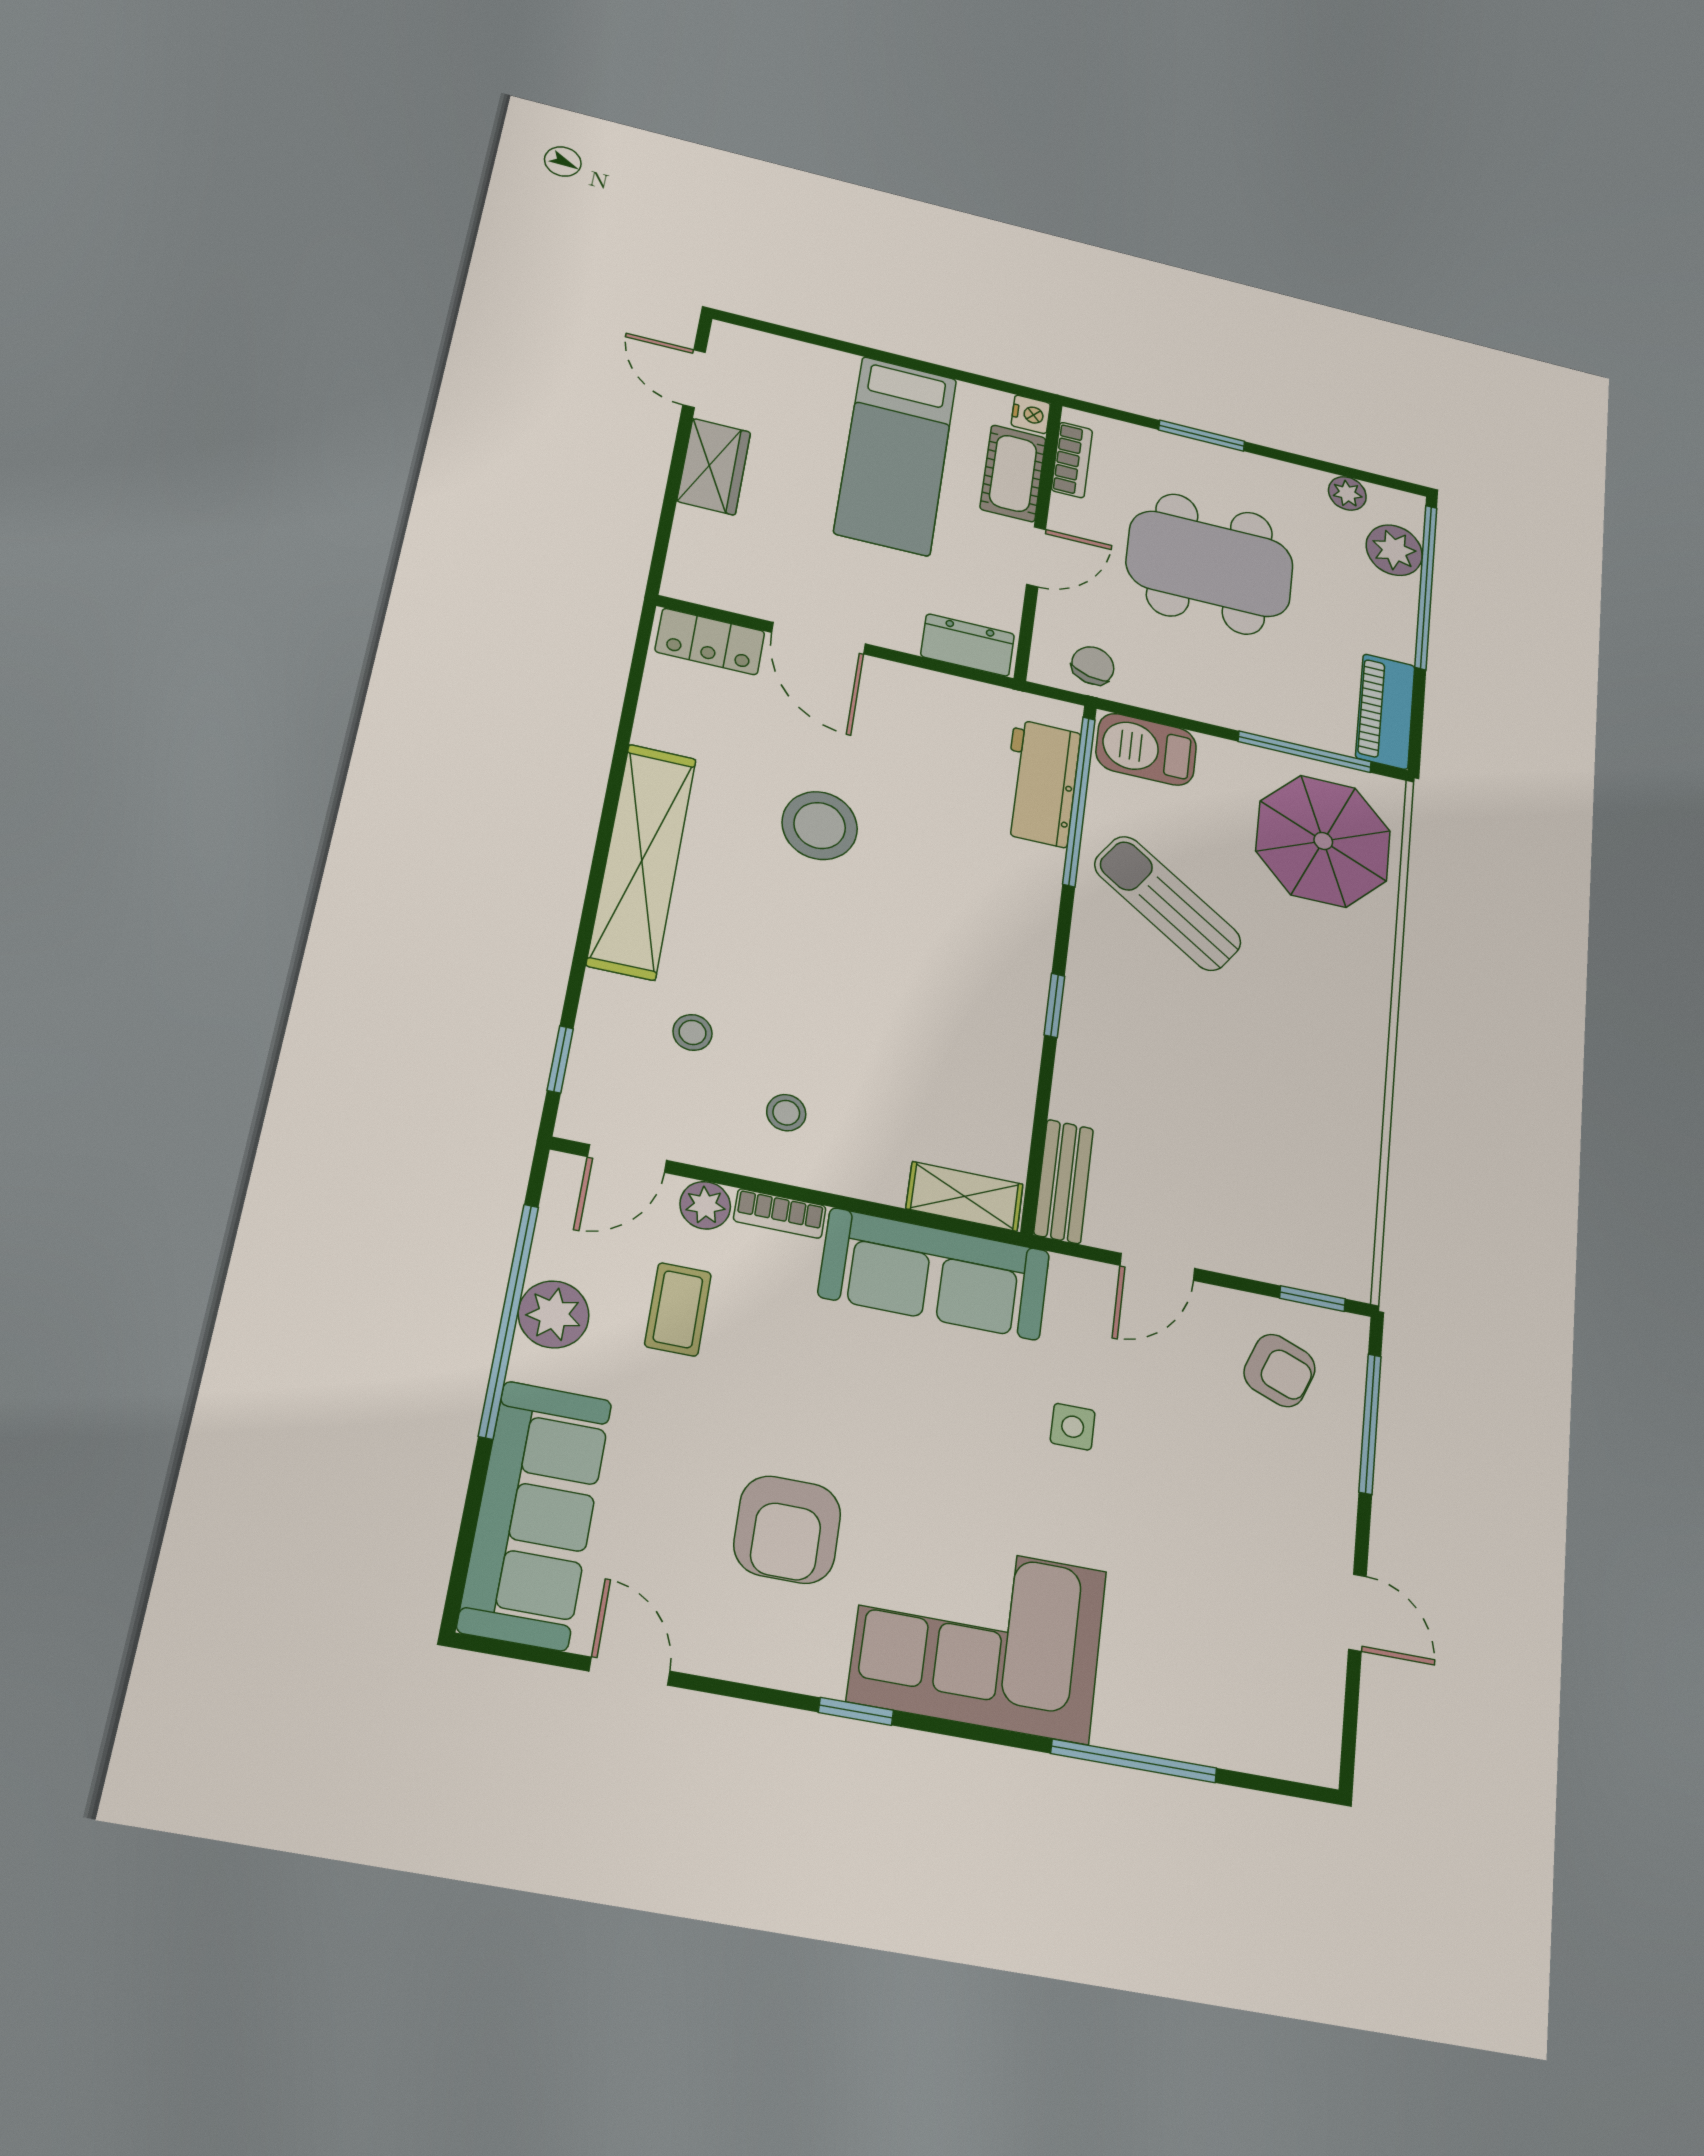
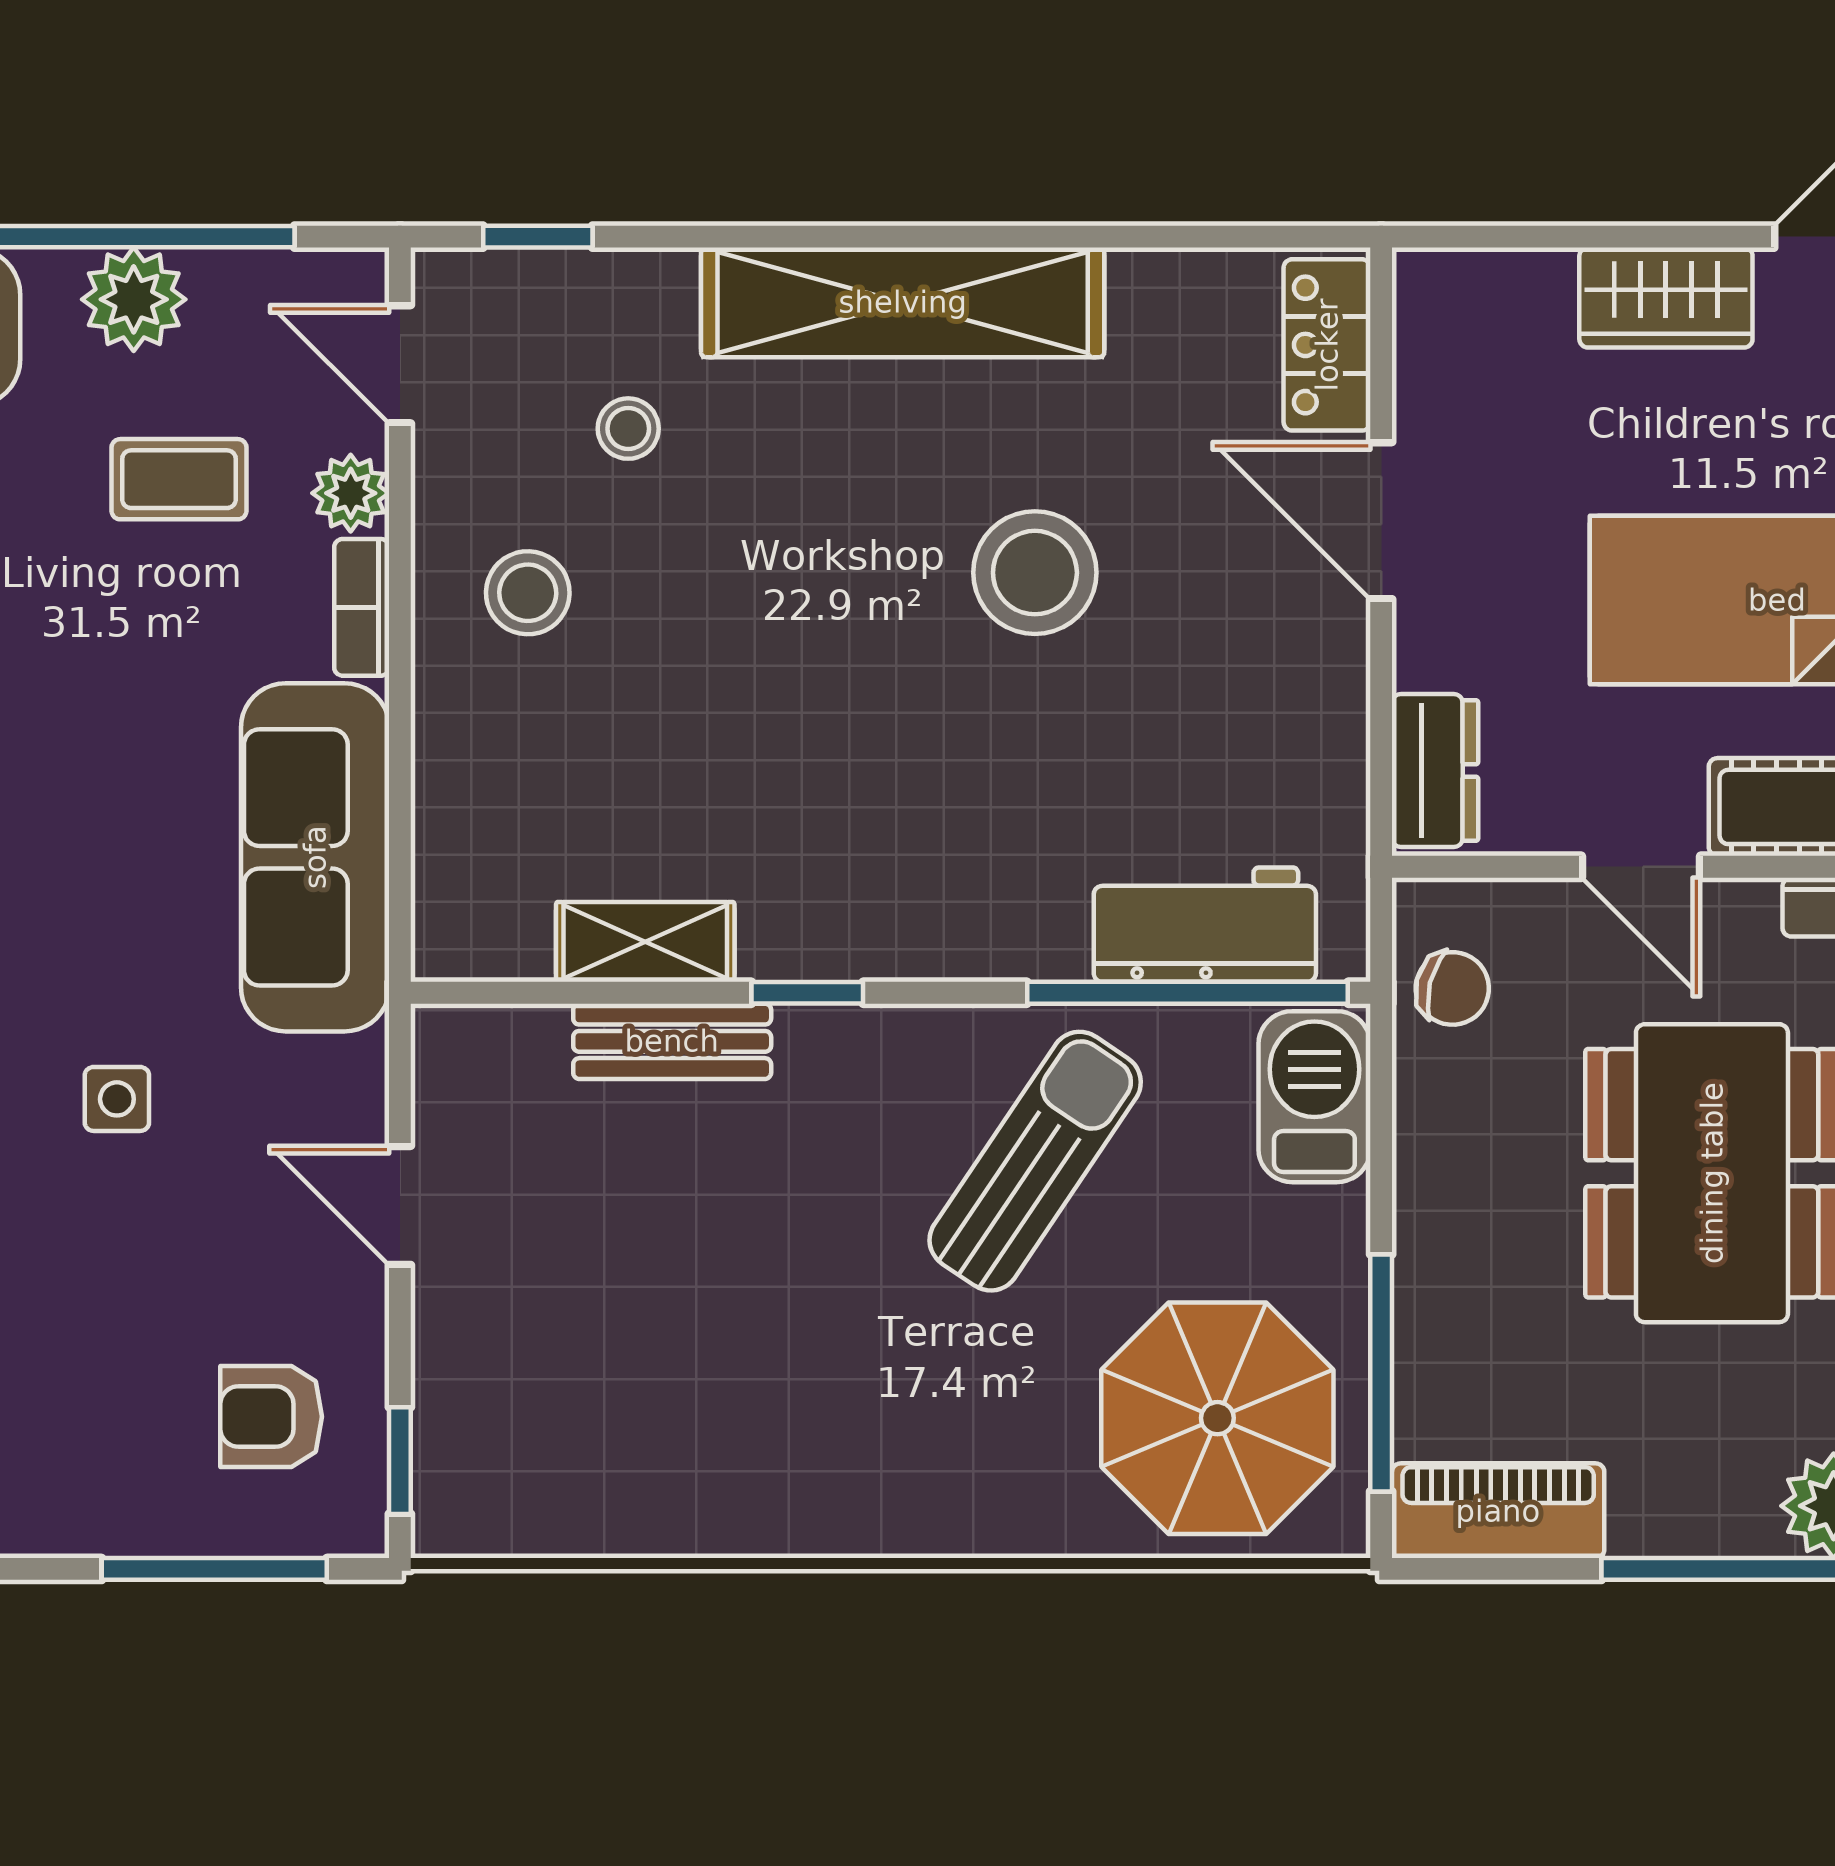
door: (819, 638) -> (1381, 521), hinge flipped
stool: (786, 1113) -> (528, 593), width x1.37, depth x1.37
bench: (1064, 1181) -> (672, 1041), moved
shelving: (965, 1196) -> (645, 942), moved, turned 90
armchair: (1280, 1370) -> (271, 1417), turned 69

